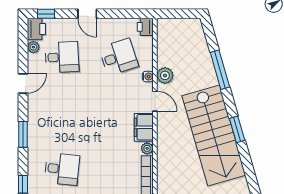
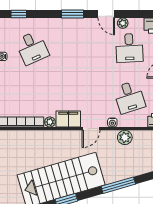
plant: (33, 47) -> (123, 23), moved
plant: (165, 75) -> (125, 137), moved
window: (23, 134) -> (73, 14), moved
desk: (62, 169) -> (32, 48), turned -30

